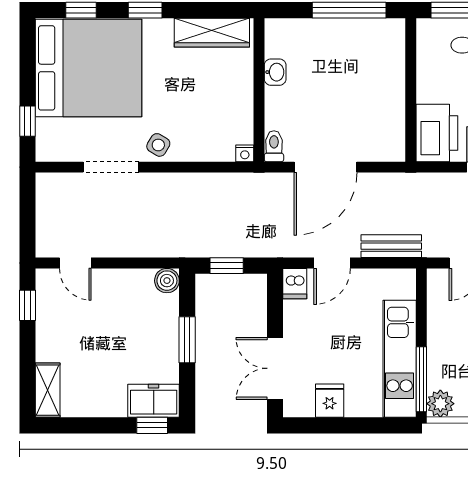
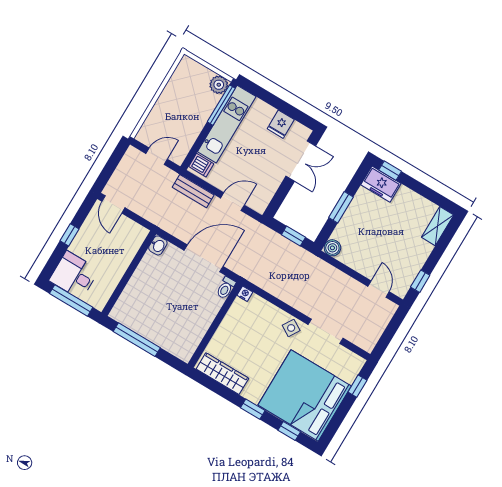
washbasin: (275, 72) -> (158, 245), moved, turned 180
printer: (437, 133) -> (129, 240), removed
dishwasher: (295, 284) -> (201, 165), moved, turned 90

